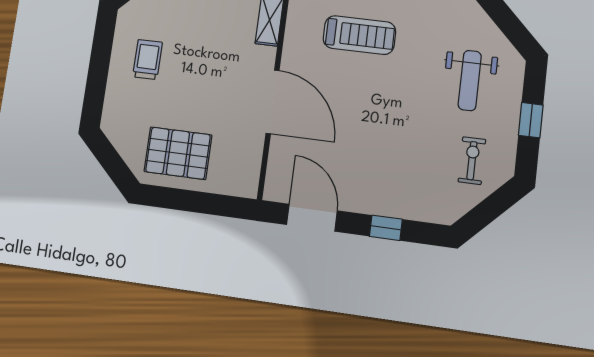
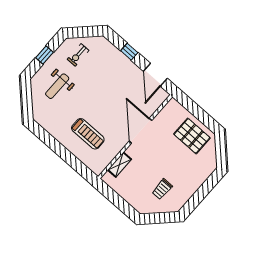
treadmill: (359, 35) -> (88, 134), turned 180
trolley: (148, 60) -> (162, 189), moved
weight bench: (470, 81) -> (57, 86), turned 180

